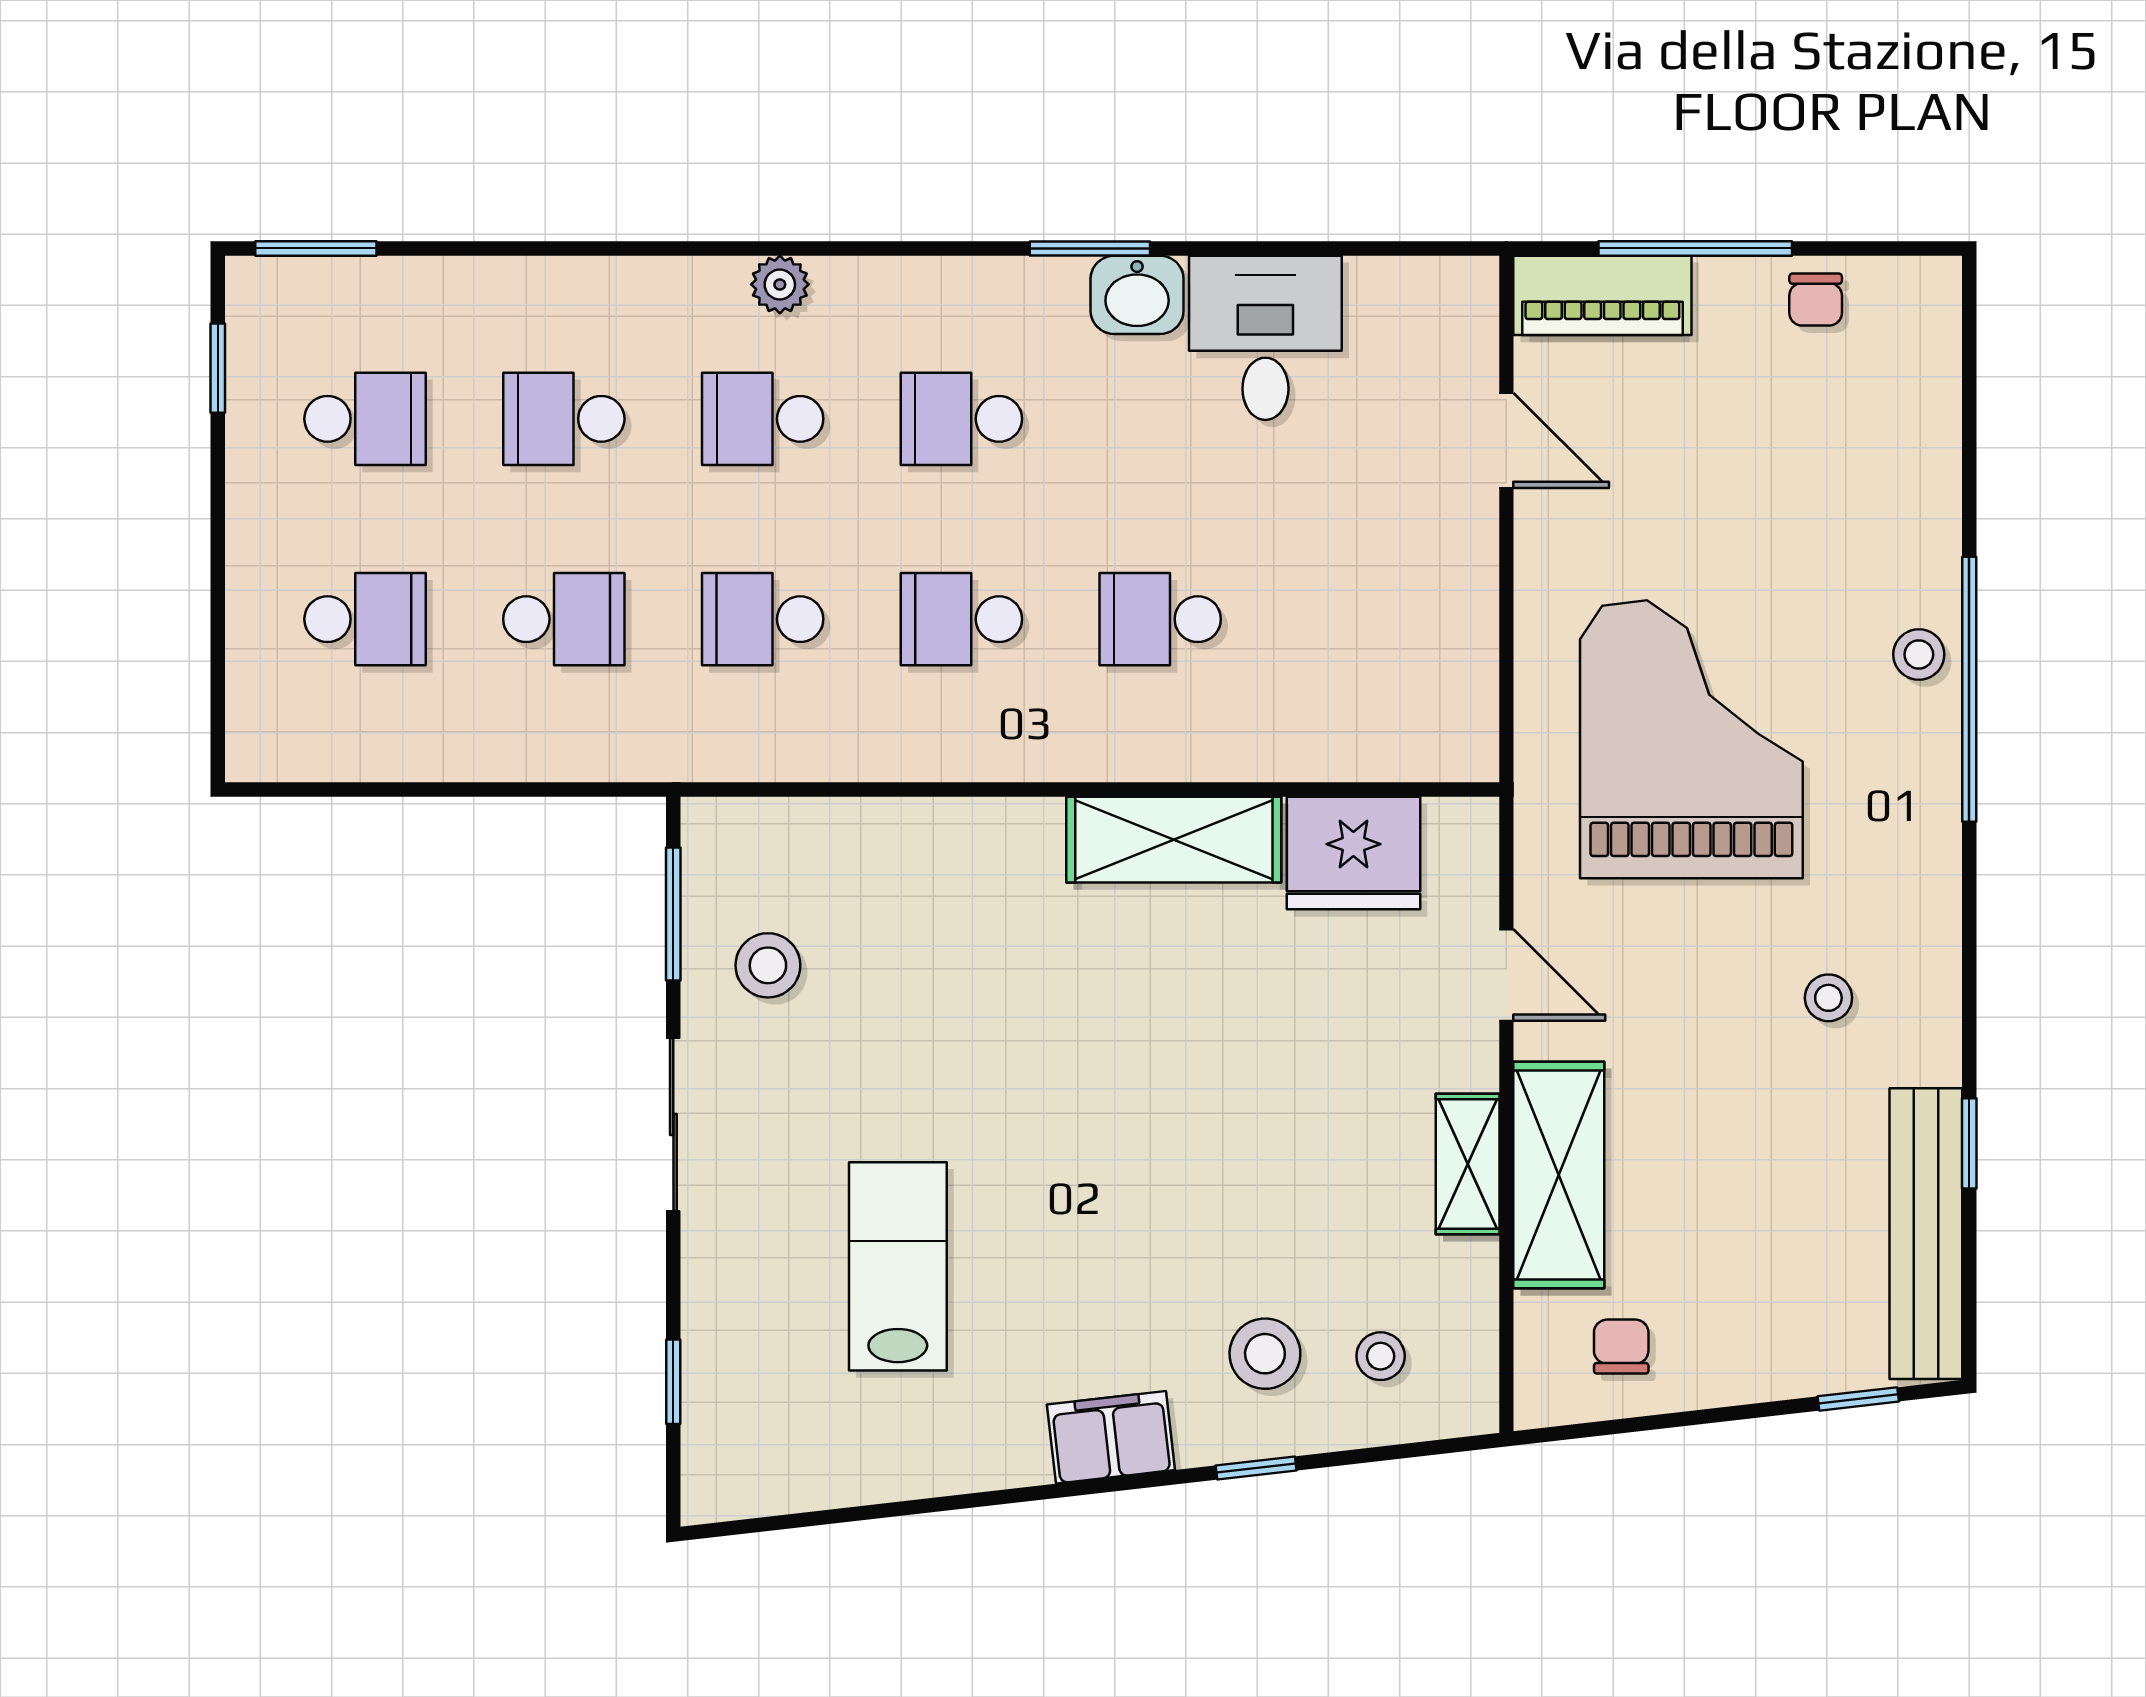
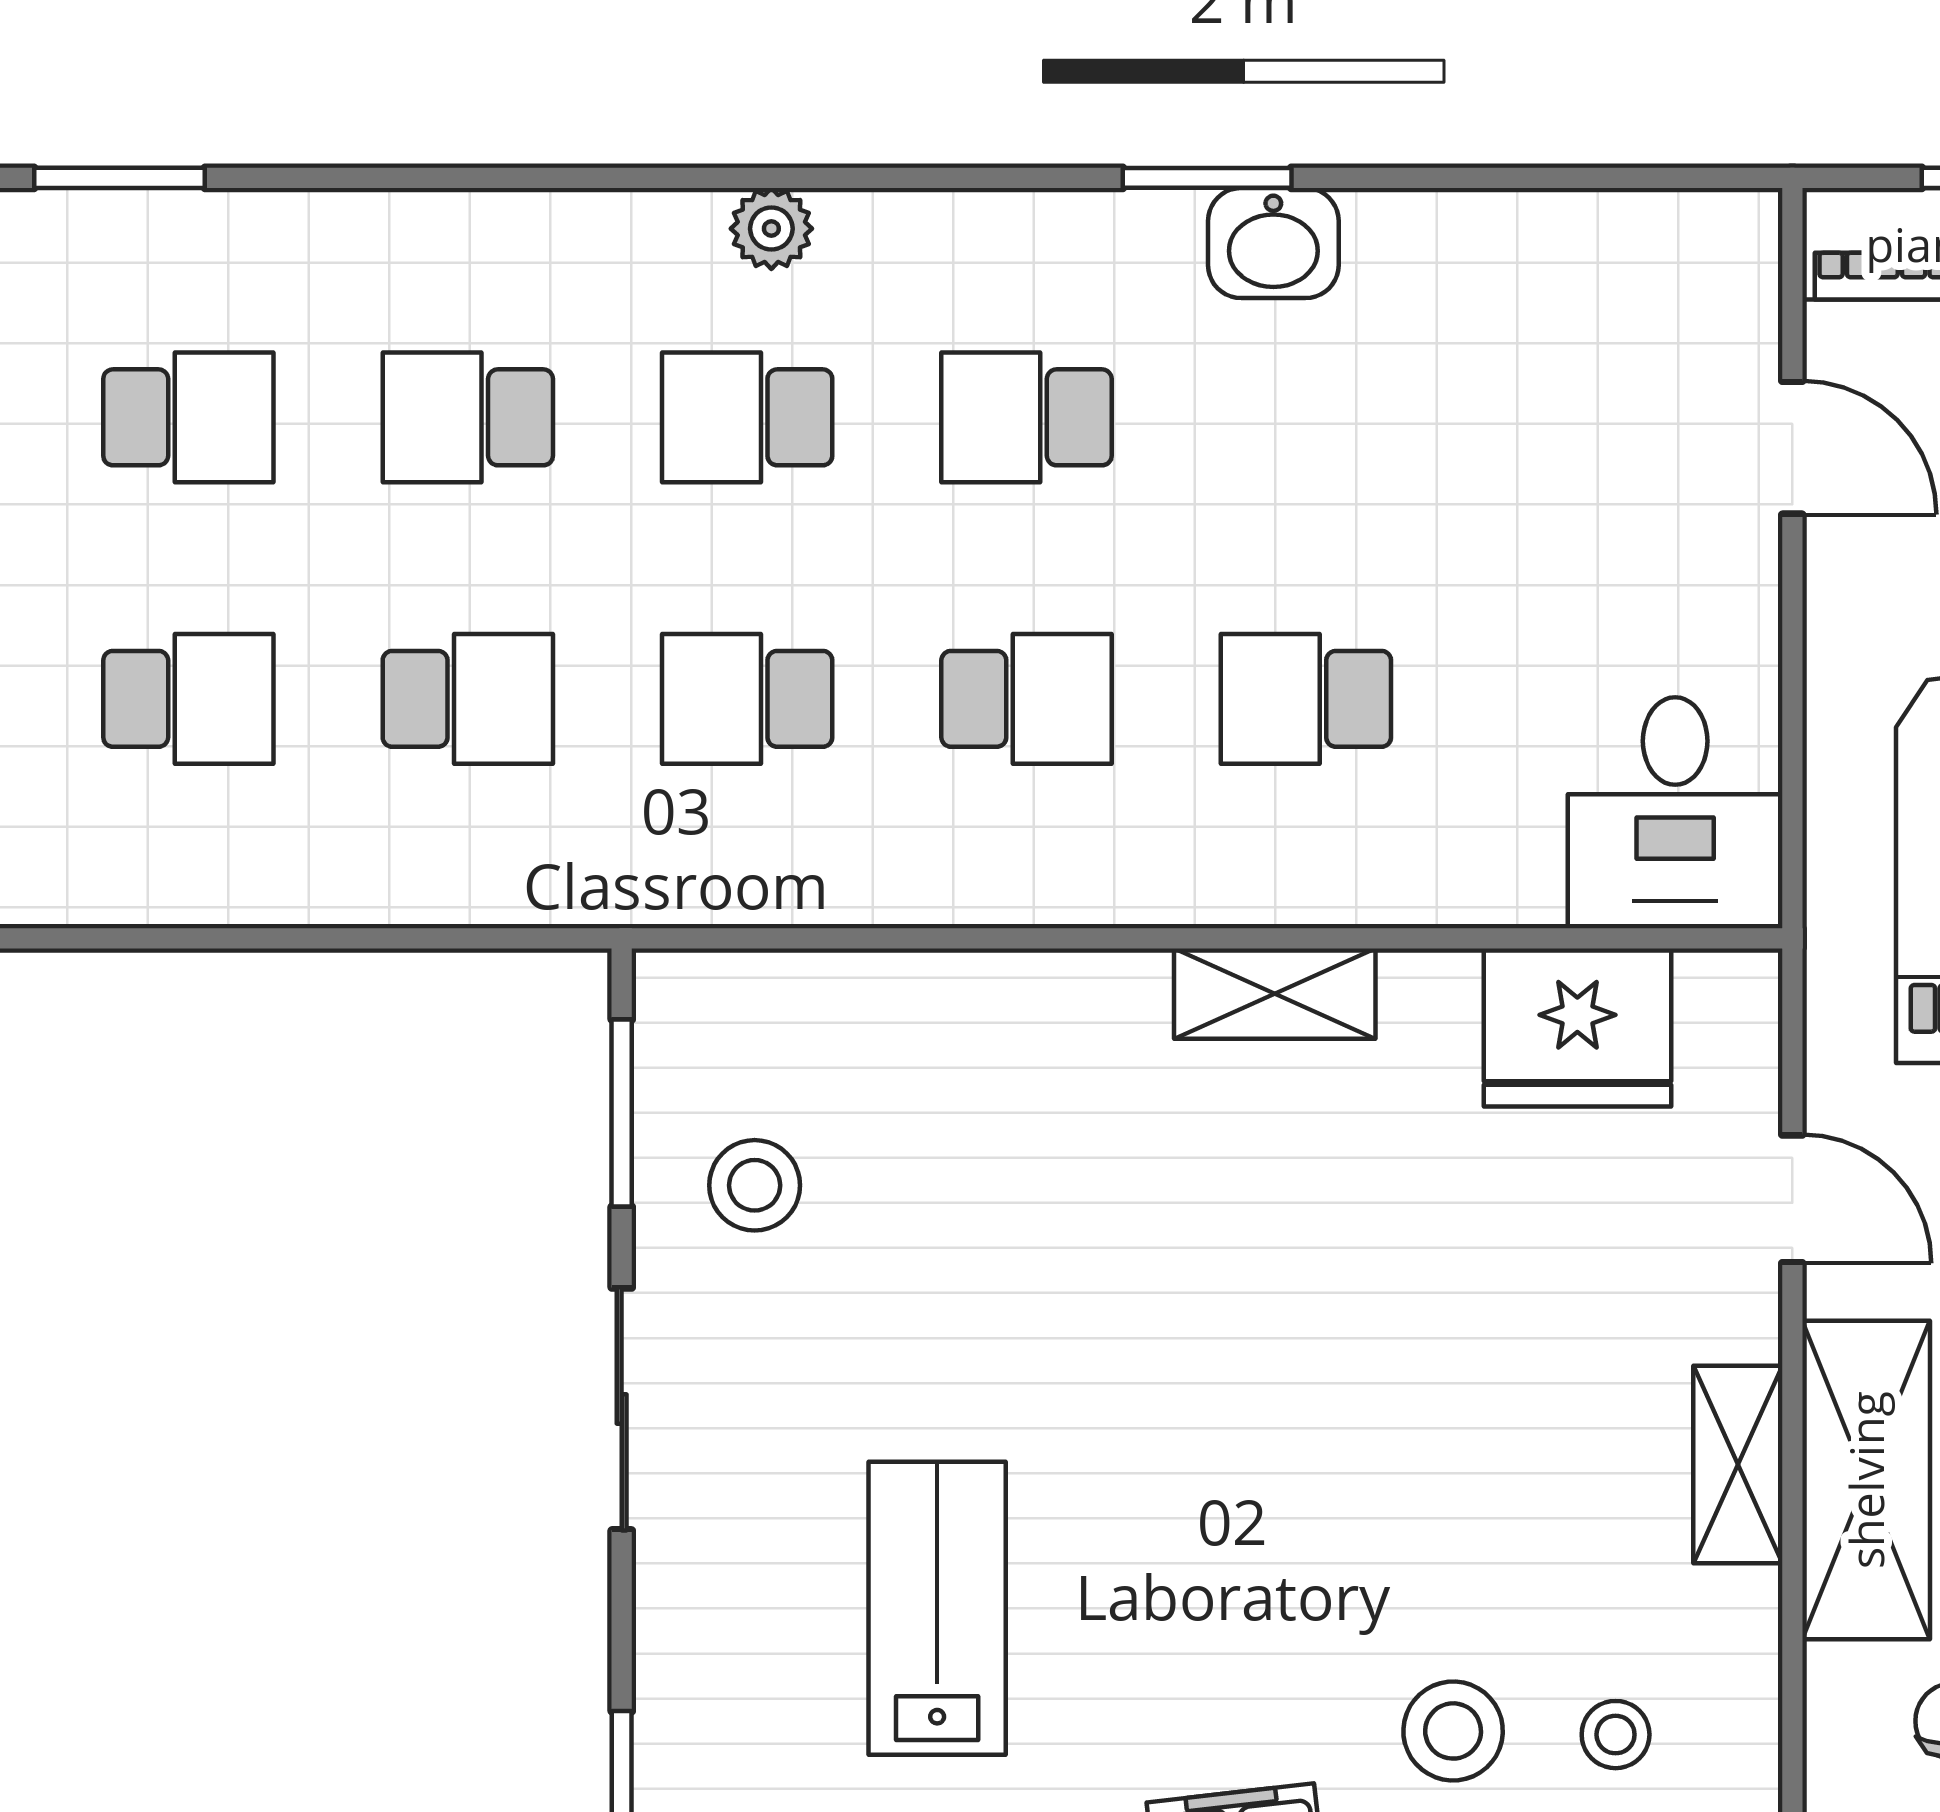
desk: (1265, 338) -> (1675, 813), moved, turned 180
school desk: (961, 619) -> (1027, 699), turned 180
shelving: (1174, 840) -> (1275, 994), width x0.67, depth x0.75

